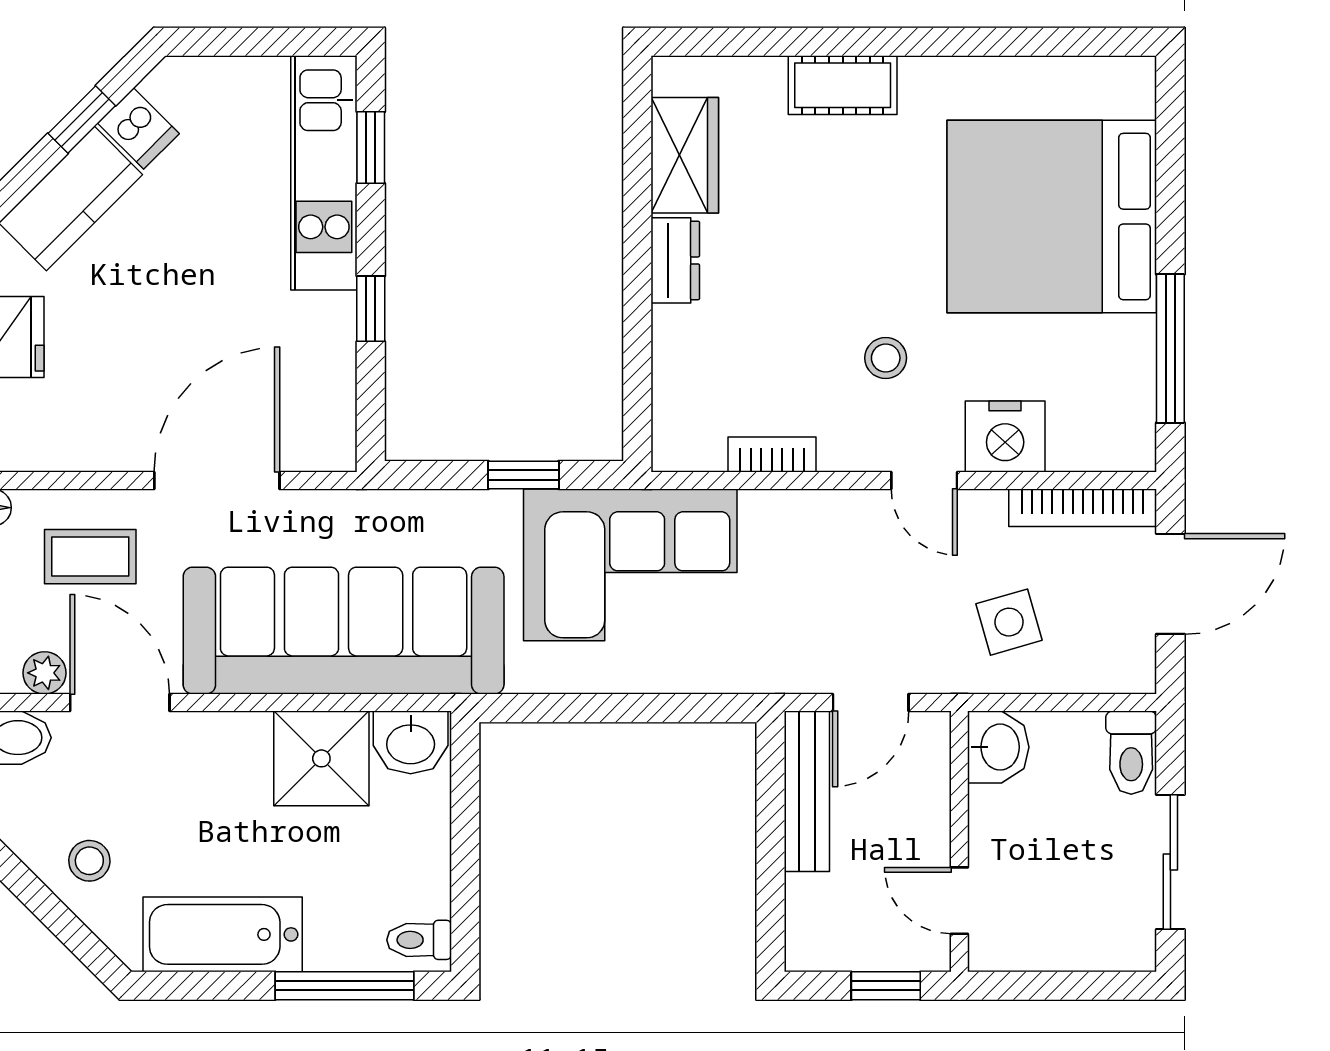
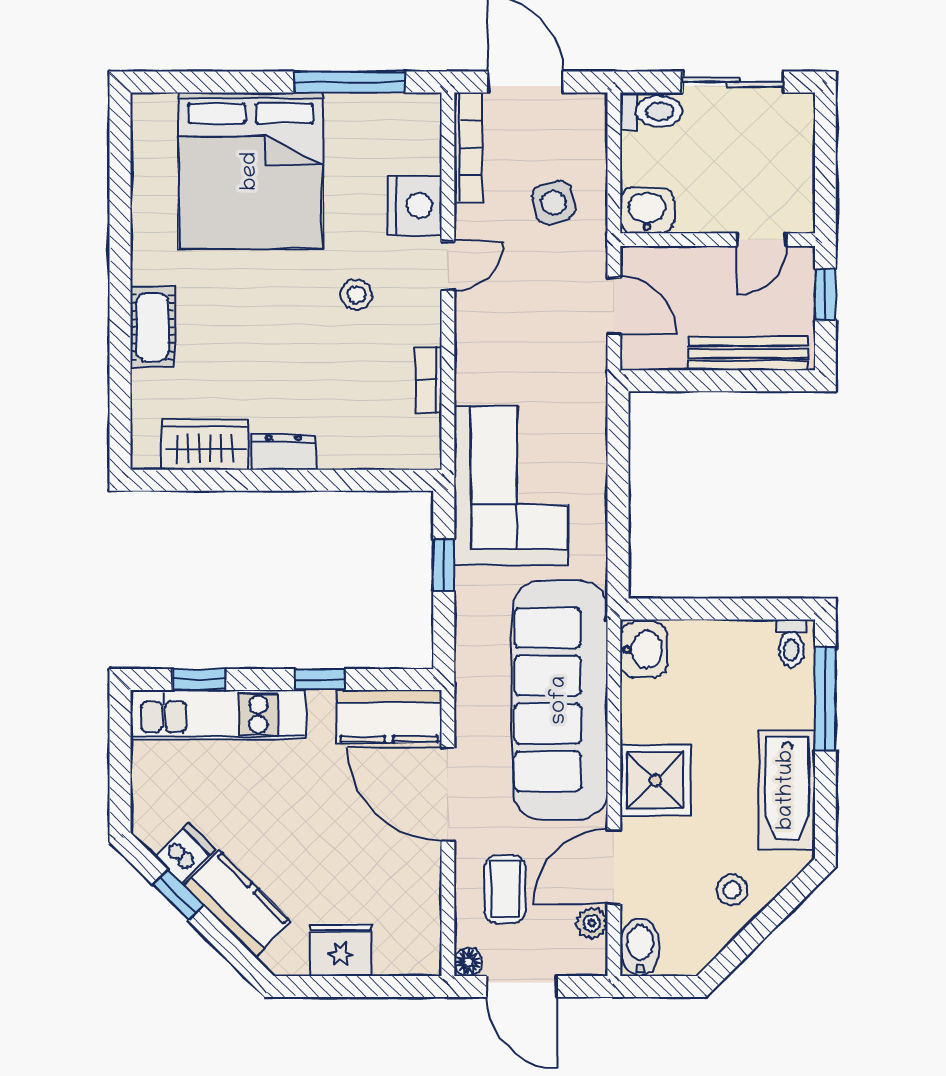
kitchen counter: (322, 402) -> (389, 716), added
shower: (321, 758) -> (656, 780), moved
bench: (807, 791) -> (748, 354), moved

